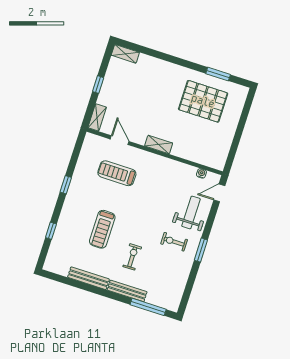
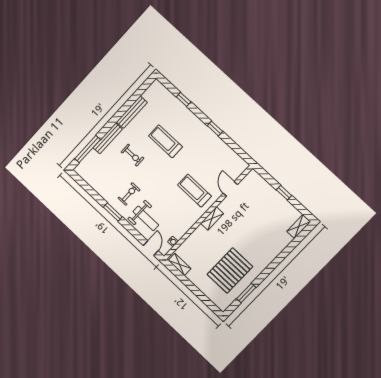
shelving: (97, 117) -> (180, 265), moved
door: (120, 140) -> (230, 189), swing flipped
treadmill: (117, 173) -> (194, 191), moved, turned -90

